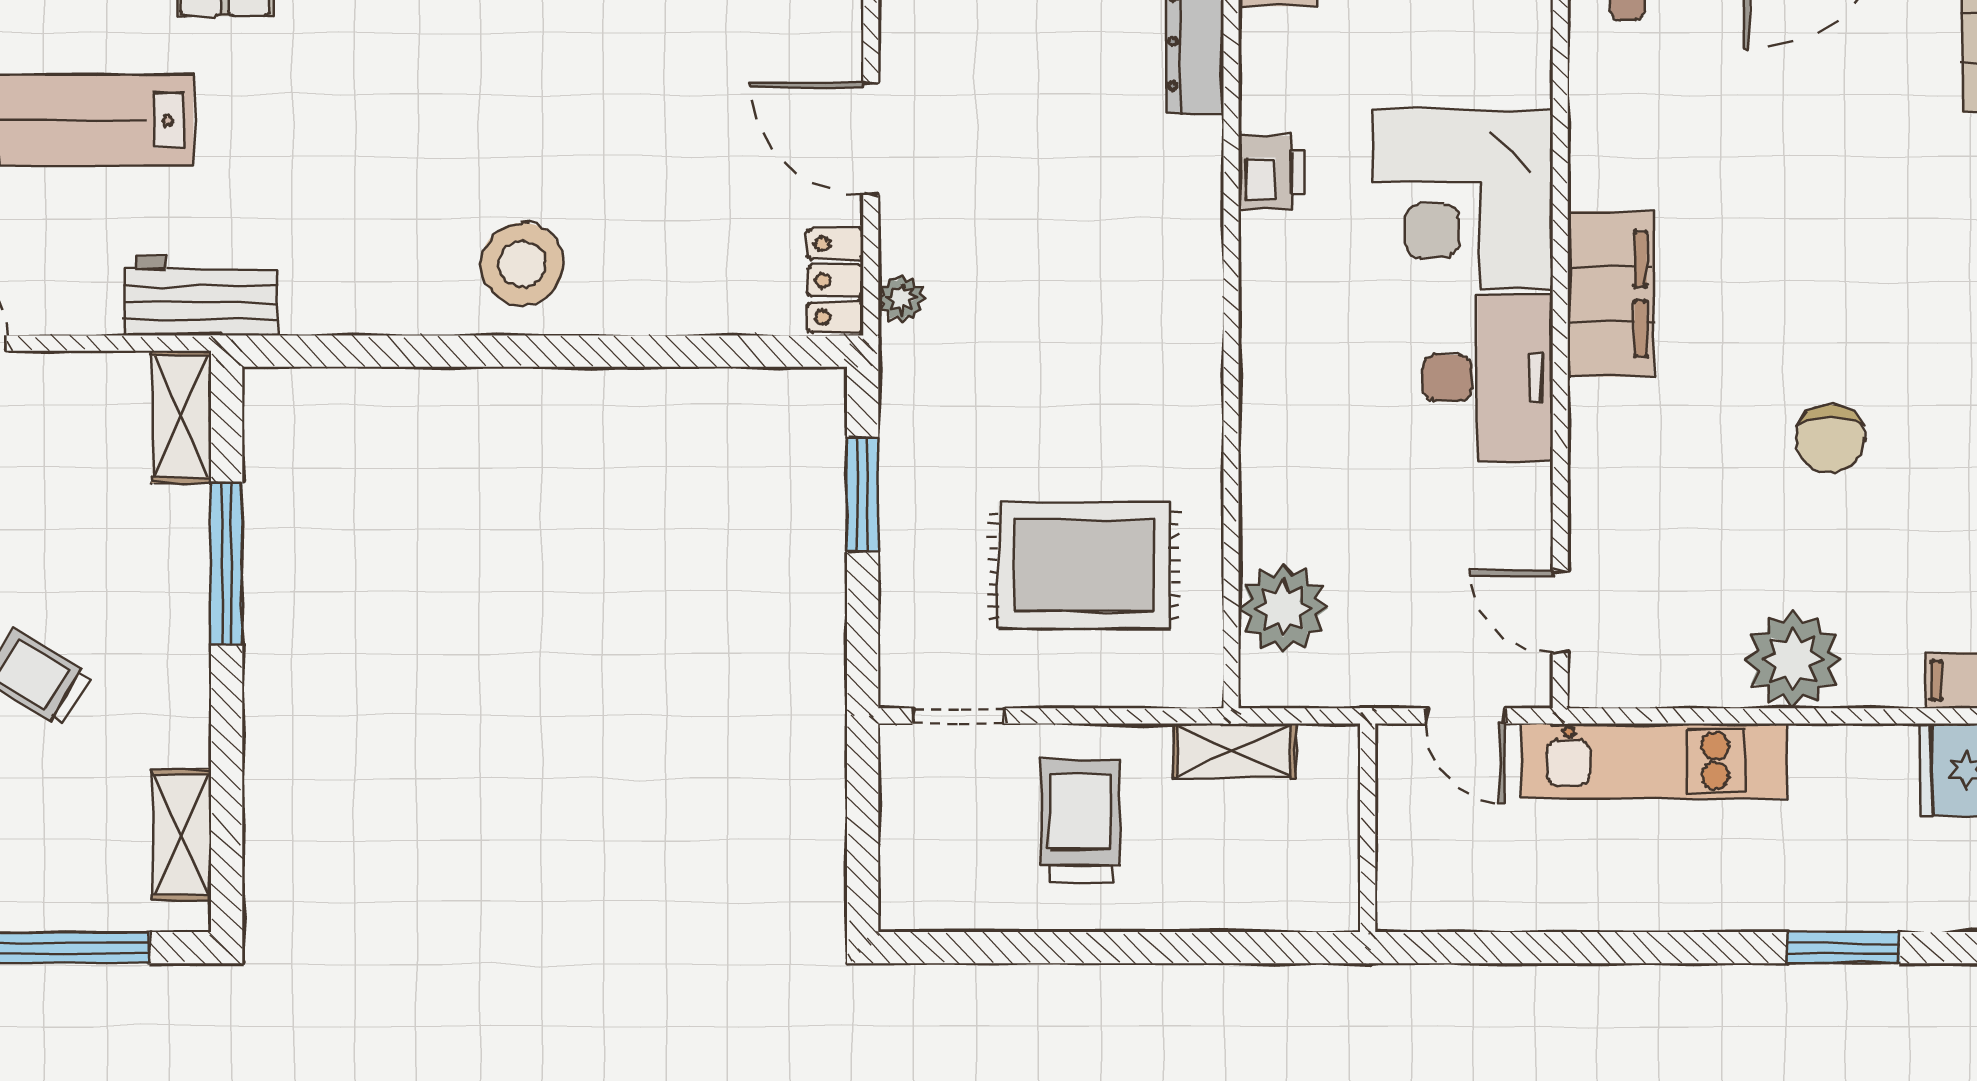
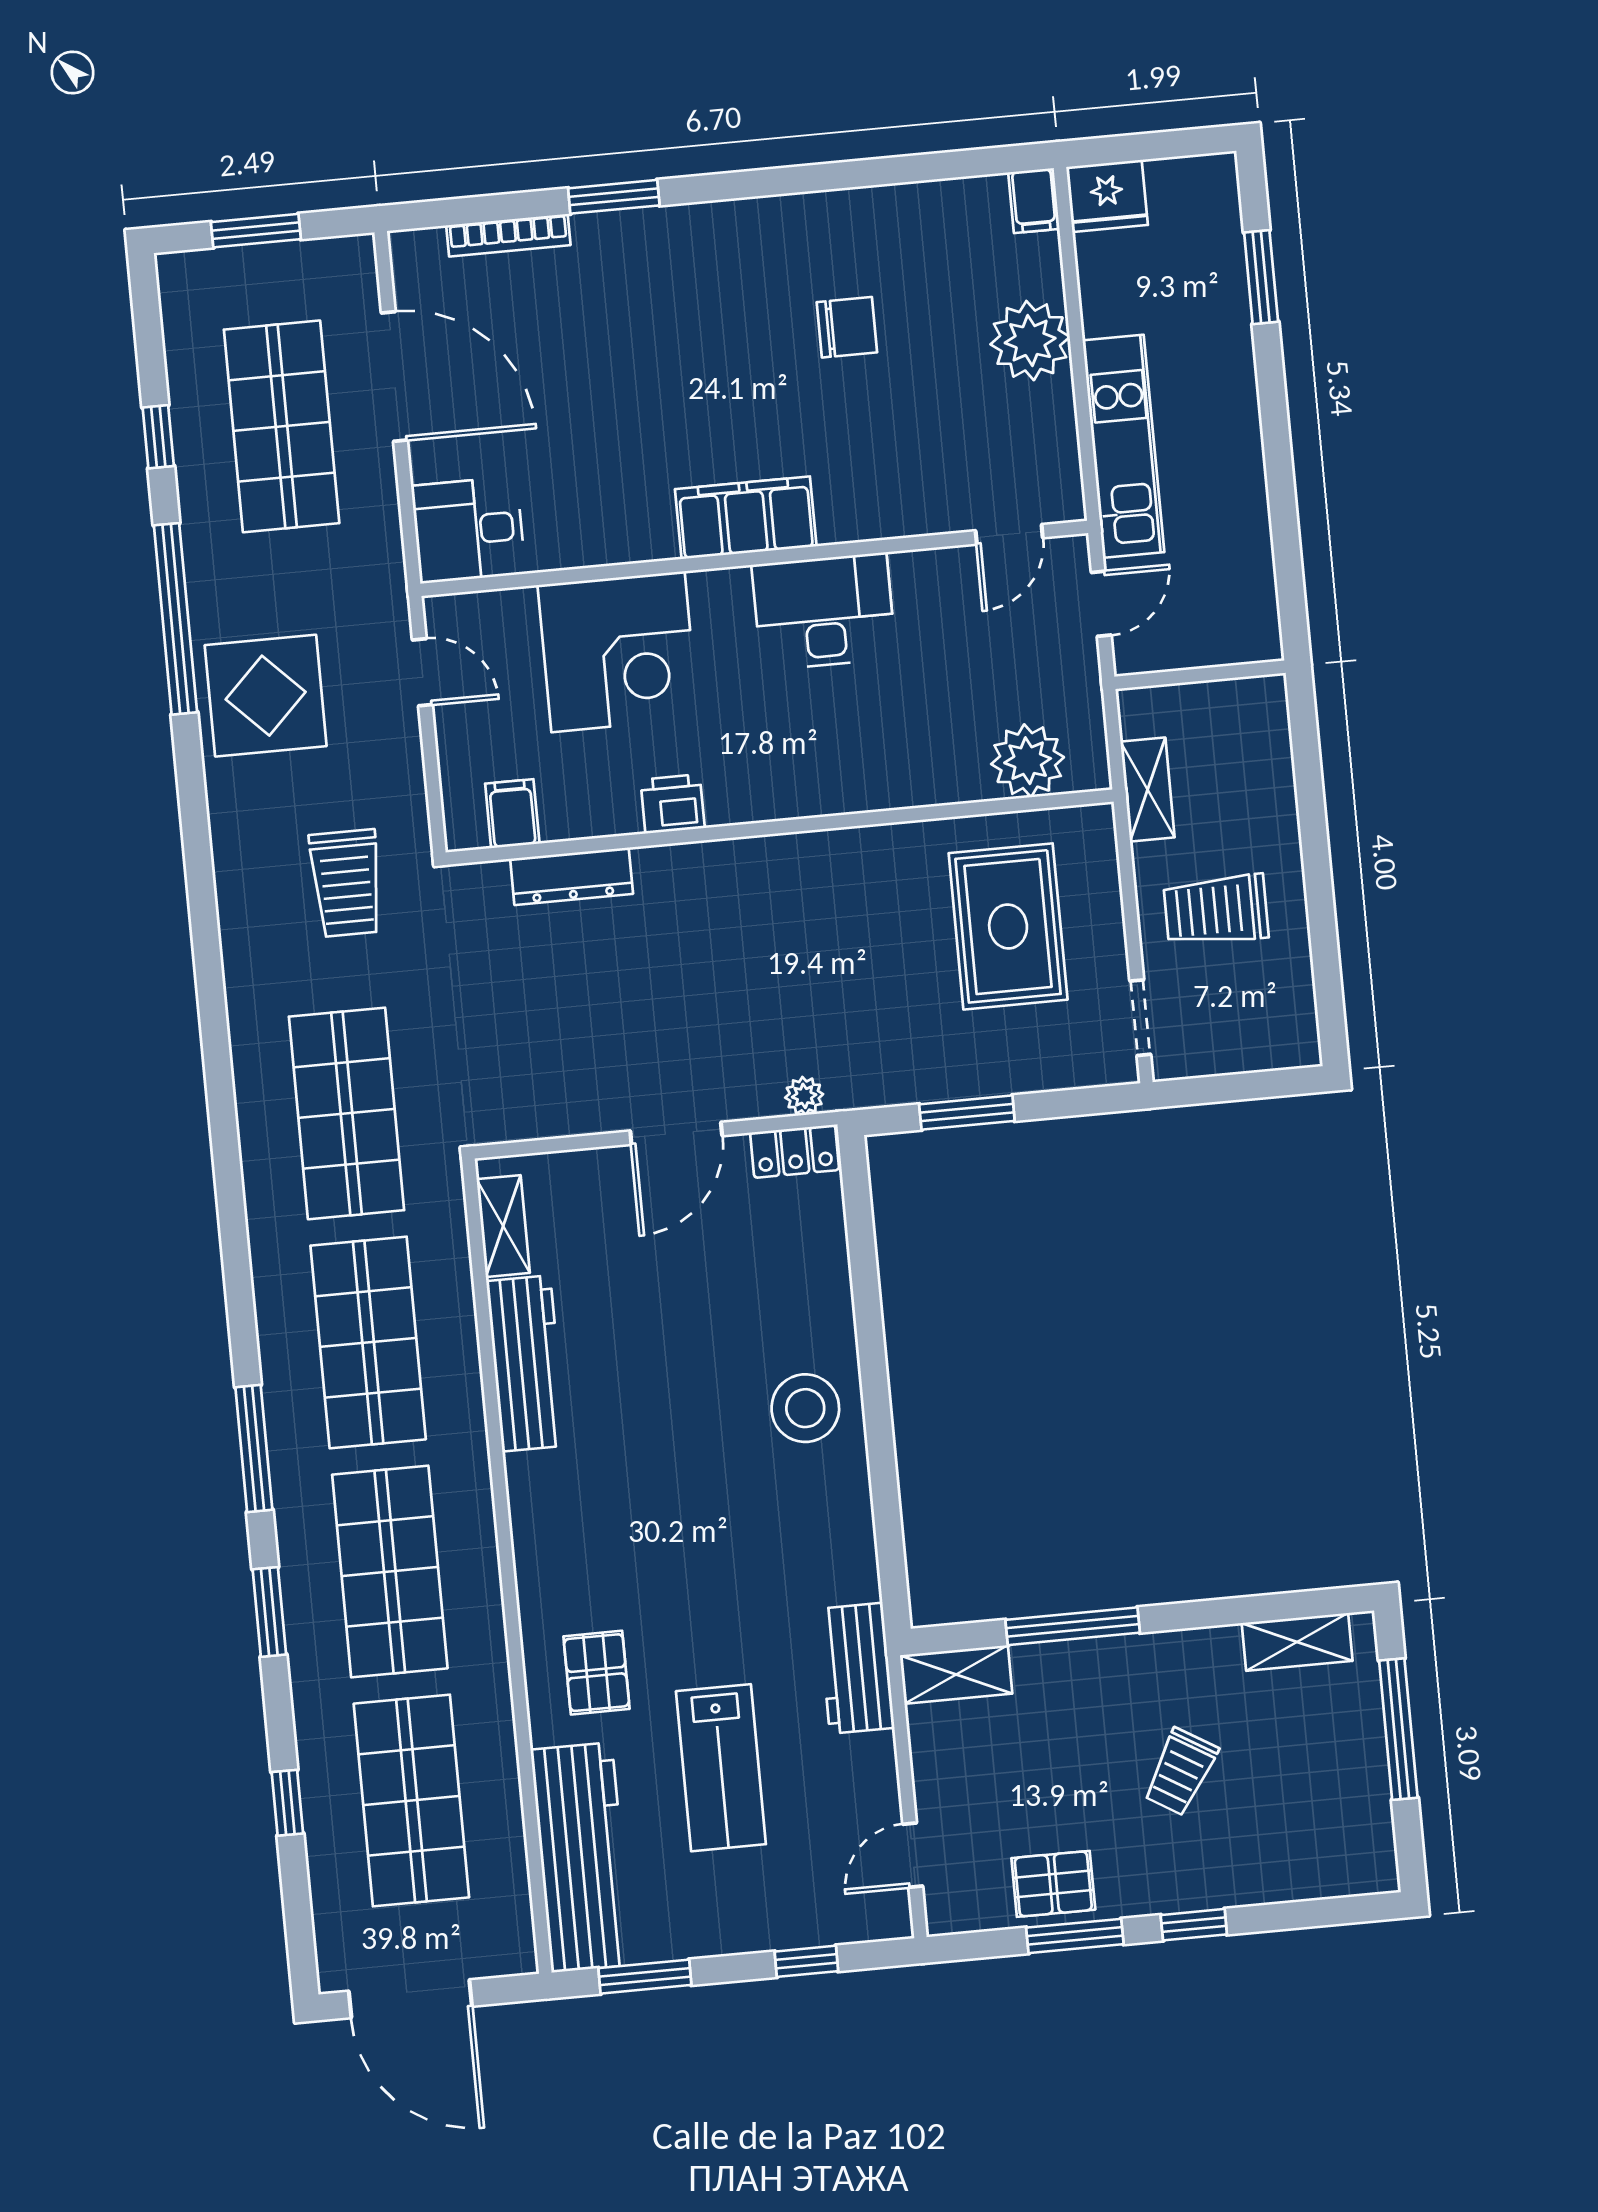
corner desk: (1463, 200) -> (618, 652), moved

